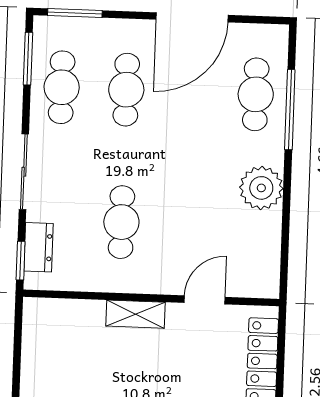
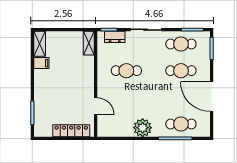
shelving: (135, 314) -> (89, 43), moved

